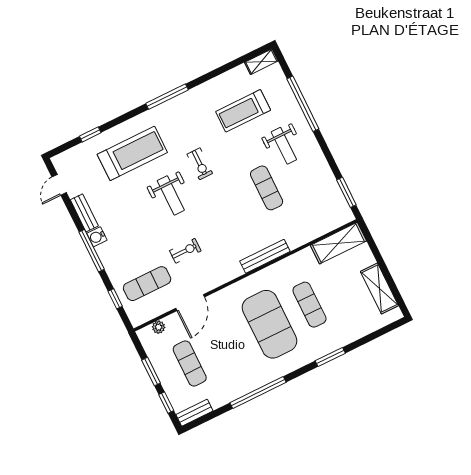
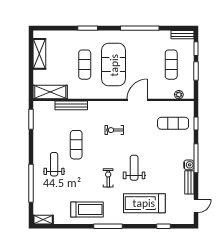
treadmill: (243, 111) -> (87, 209), moved
exercise bike: (185, 251) -> (114, 130), moved
bench: (265, 256) -> (71, 105), moved
door: (190, 303) -> (137, 100), moved

